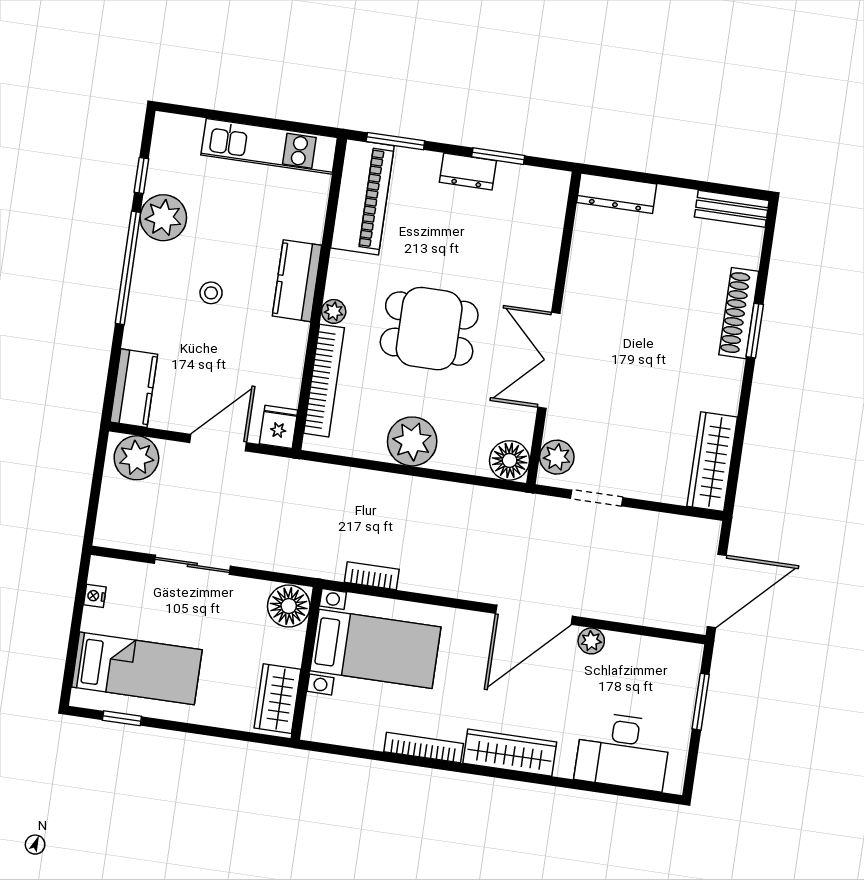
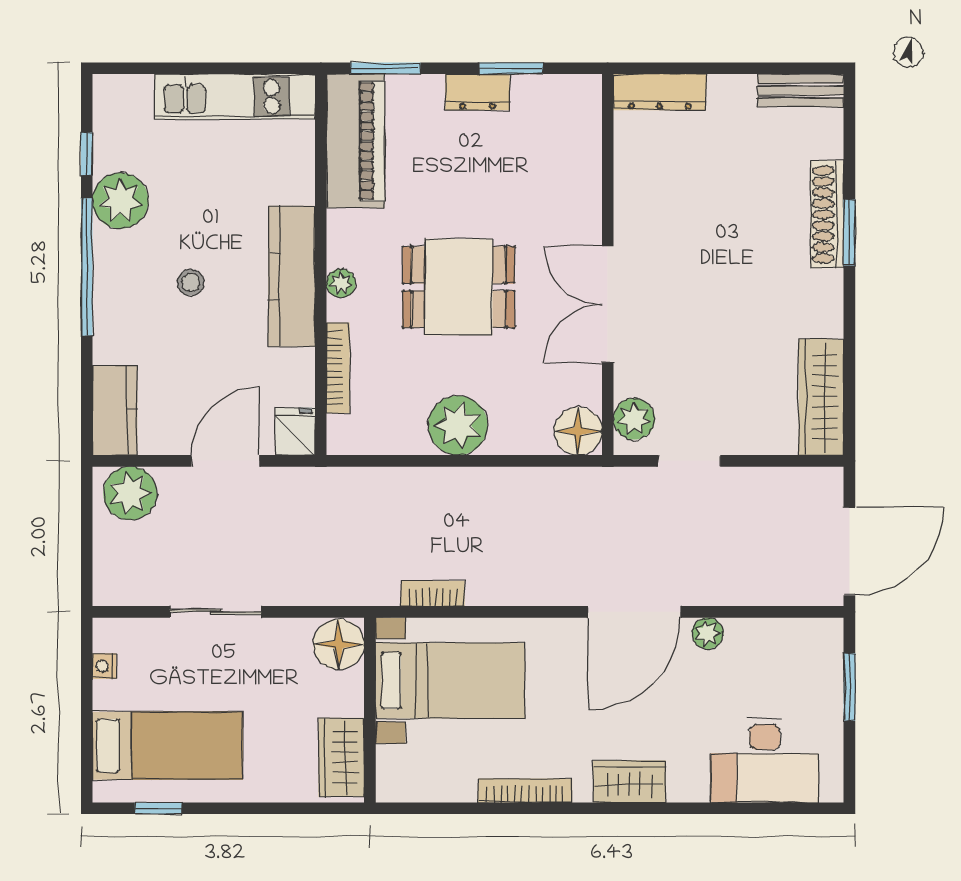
kitchen counter: (297, 281) -> (292, 276), width x1.50
bookcase: (324, 381) -> (338, 368), width x0.68, depth x0.76
wardrobe: (510, 753) -> (629, 782), width x0.67

